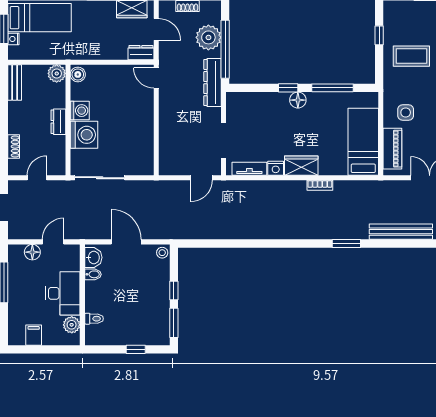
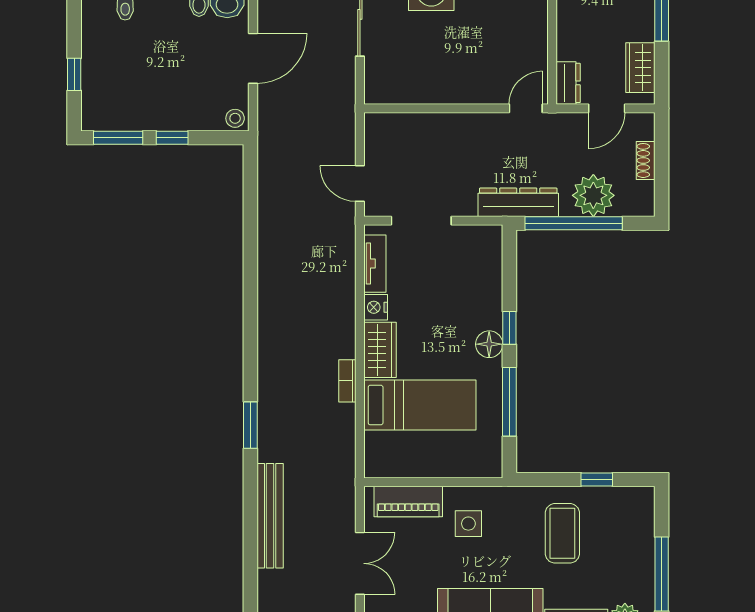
bed: (363, 142) -> (420, 405), moved

